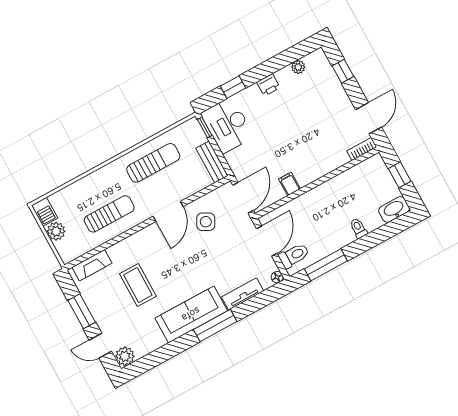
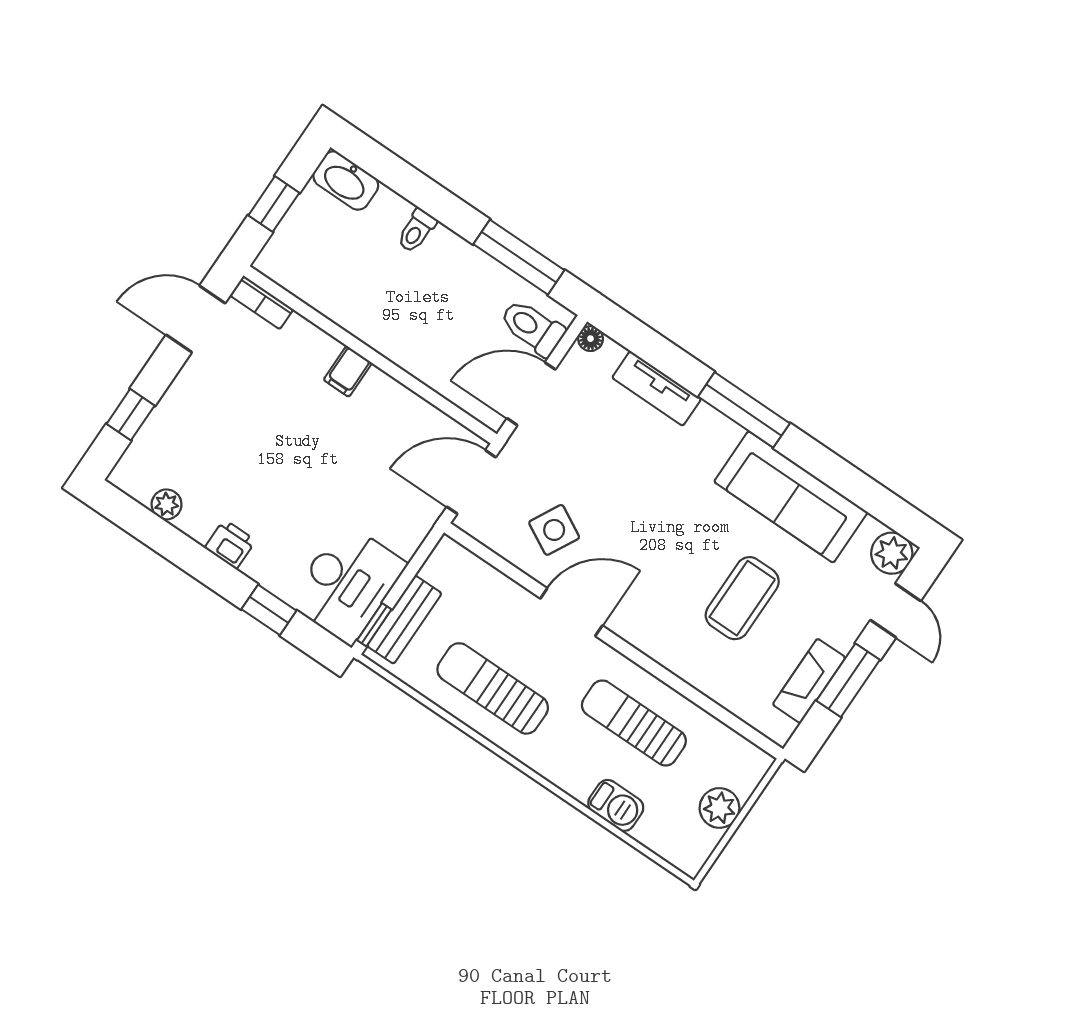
bench: (212, 162) -> (404, 620), moved
filing cabinet: (289, 184) -> (348, 371), moved
barbecue: (45, 212) -> (616, 805), moved, turned 90
fireplace: (92, 265) -> (809, 681), moved, turned -90
sofa: (191, 314) -> (791, 497), moved

